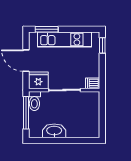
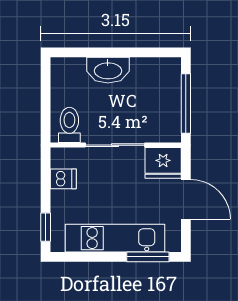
dishwasher: (93, 83) -> (63, 179), moved
toilet: (34, 101) -> (69, 125), moved
washbasin: (54, 131) -> (108, 70), moved

